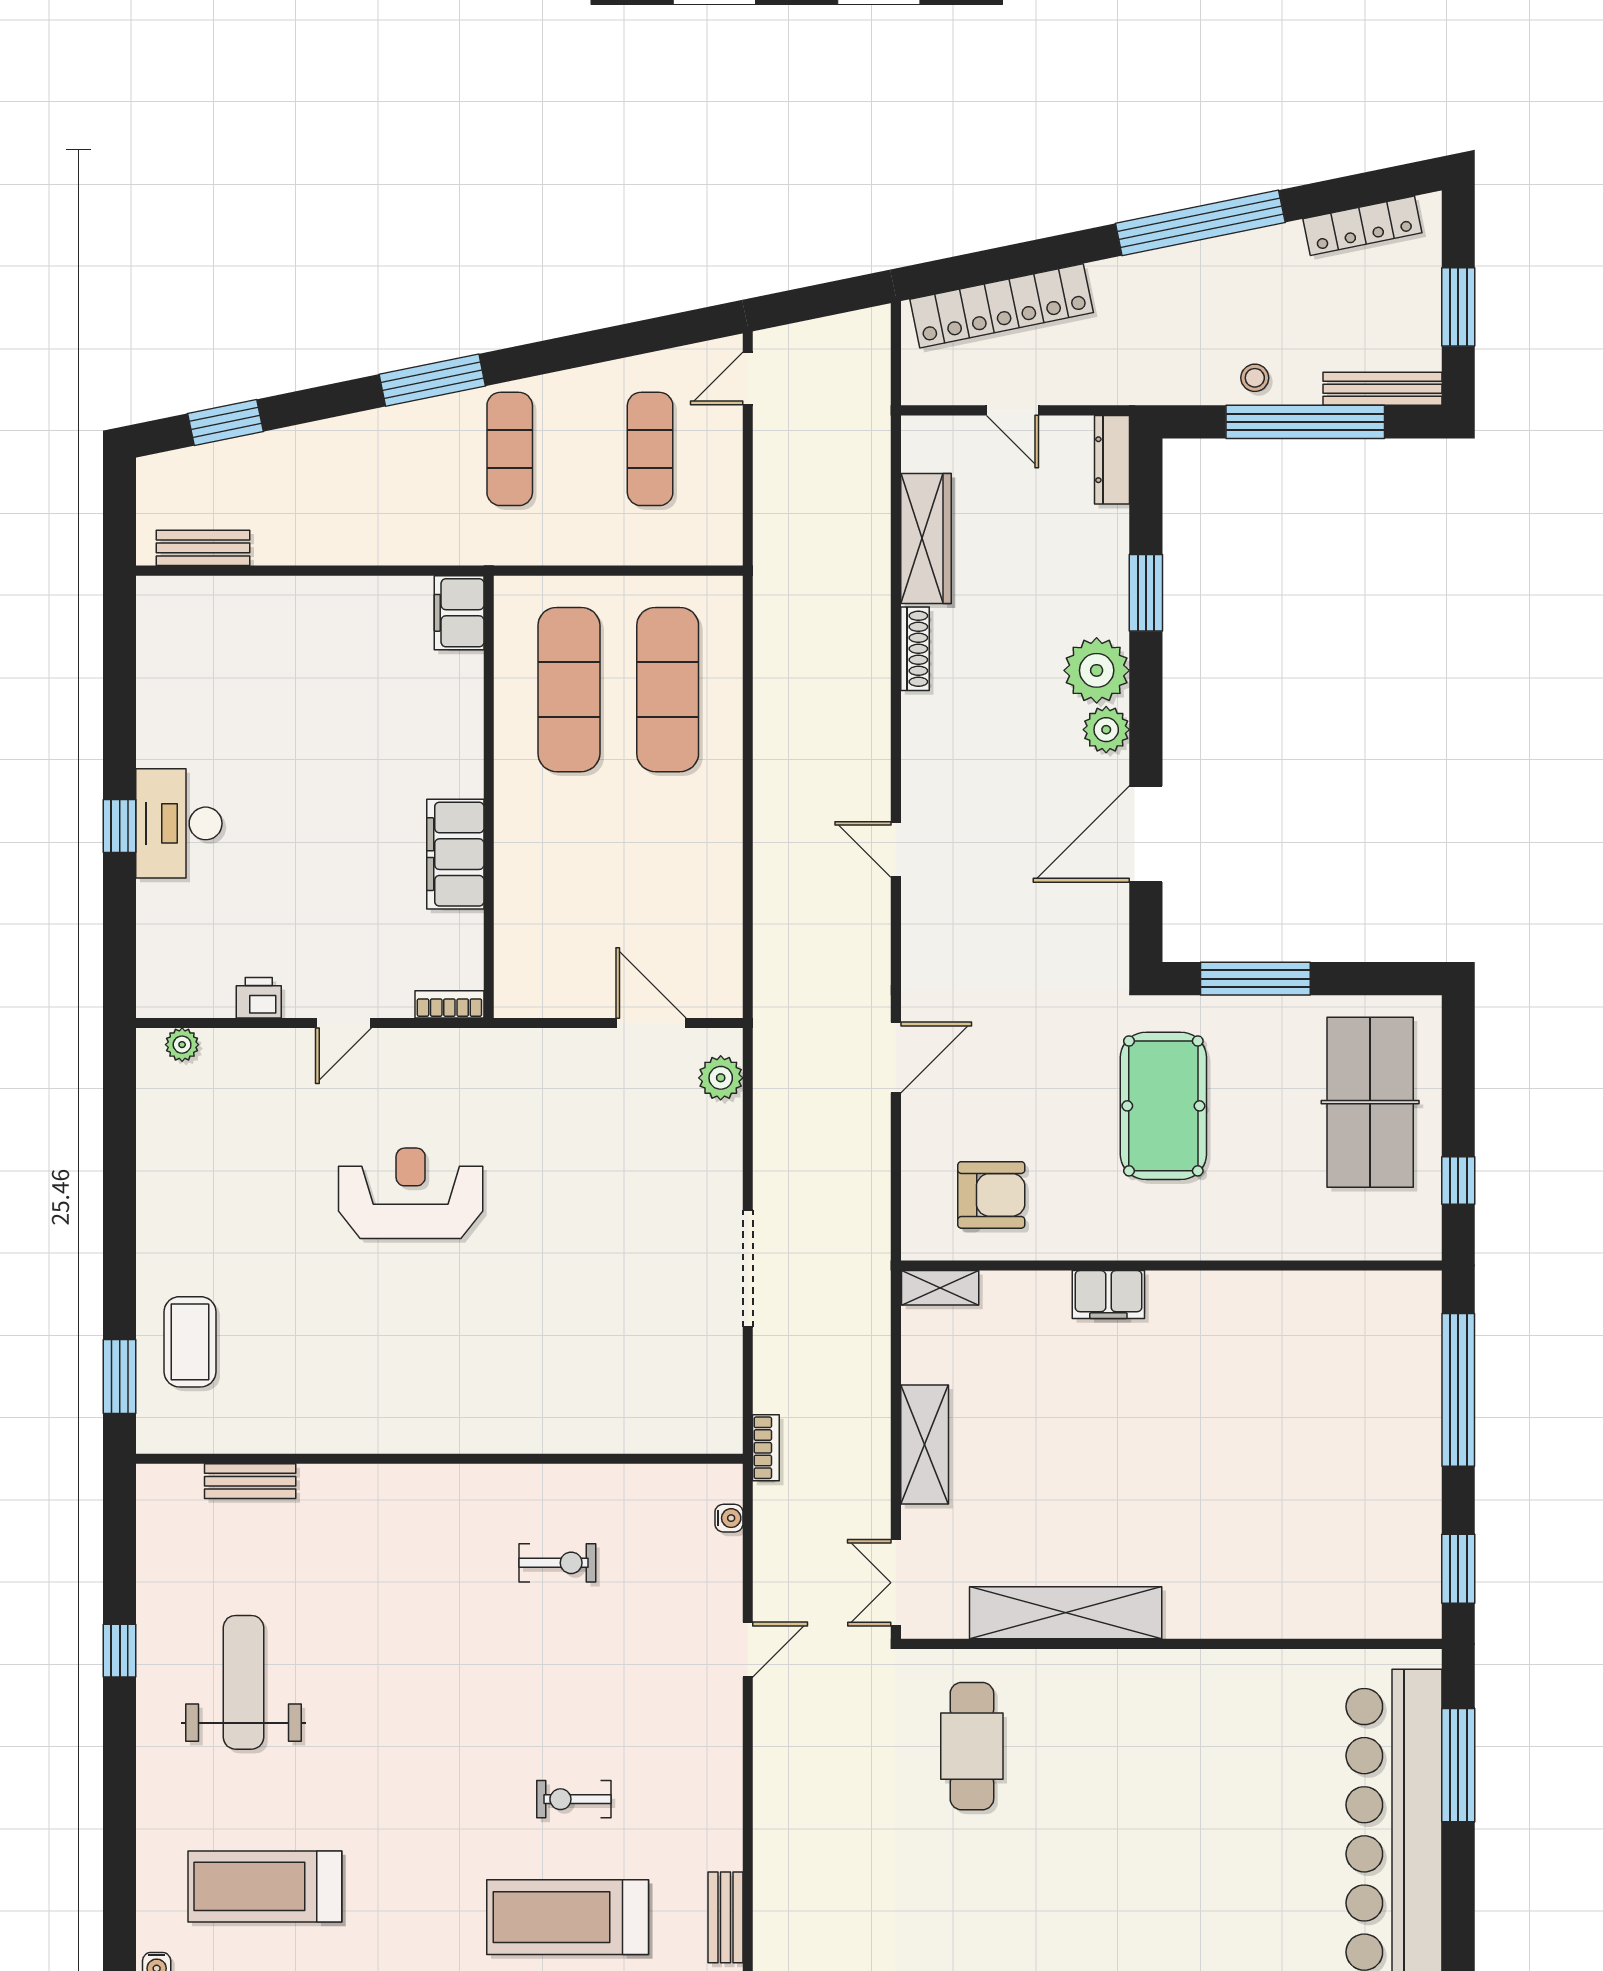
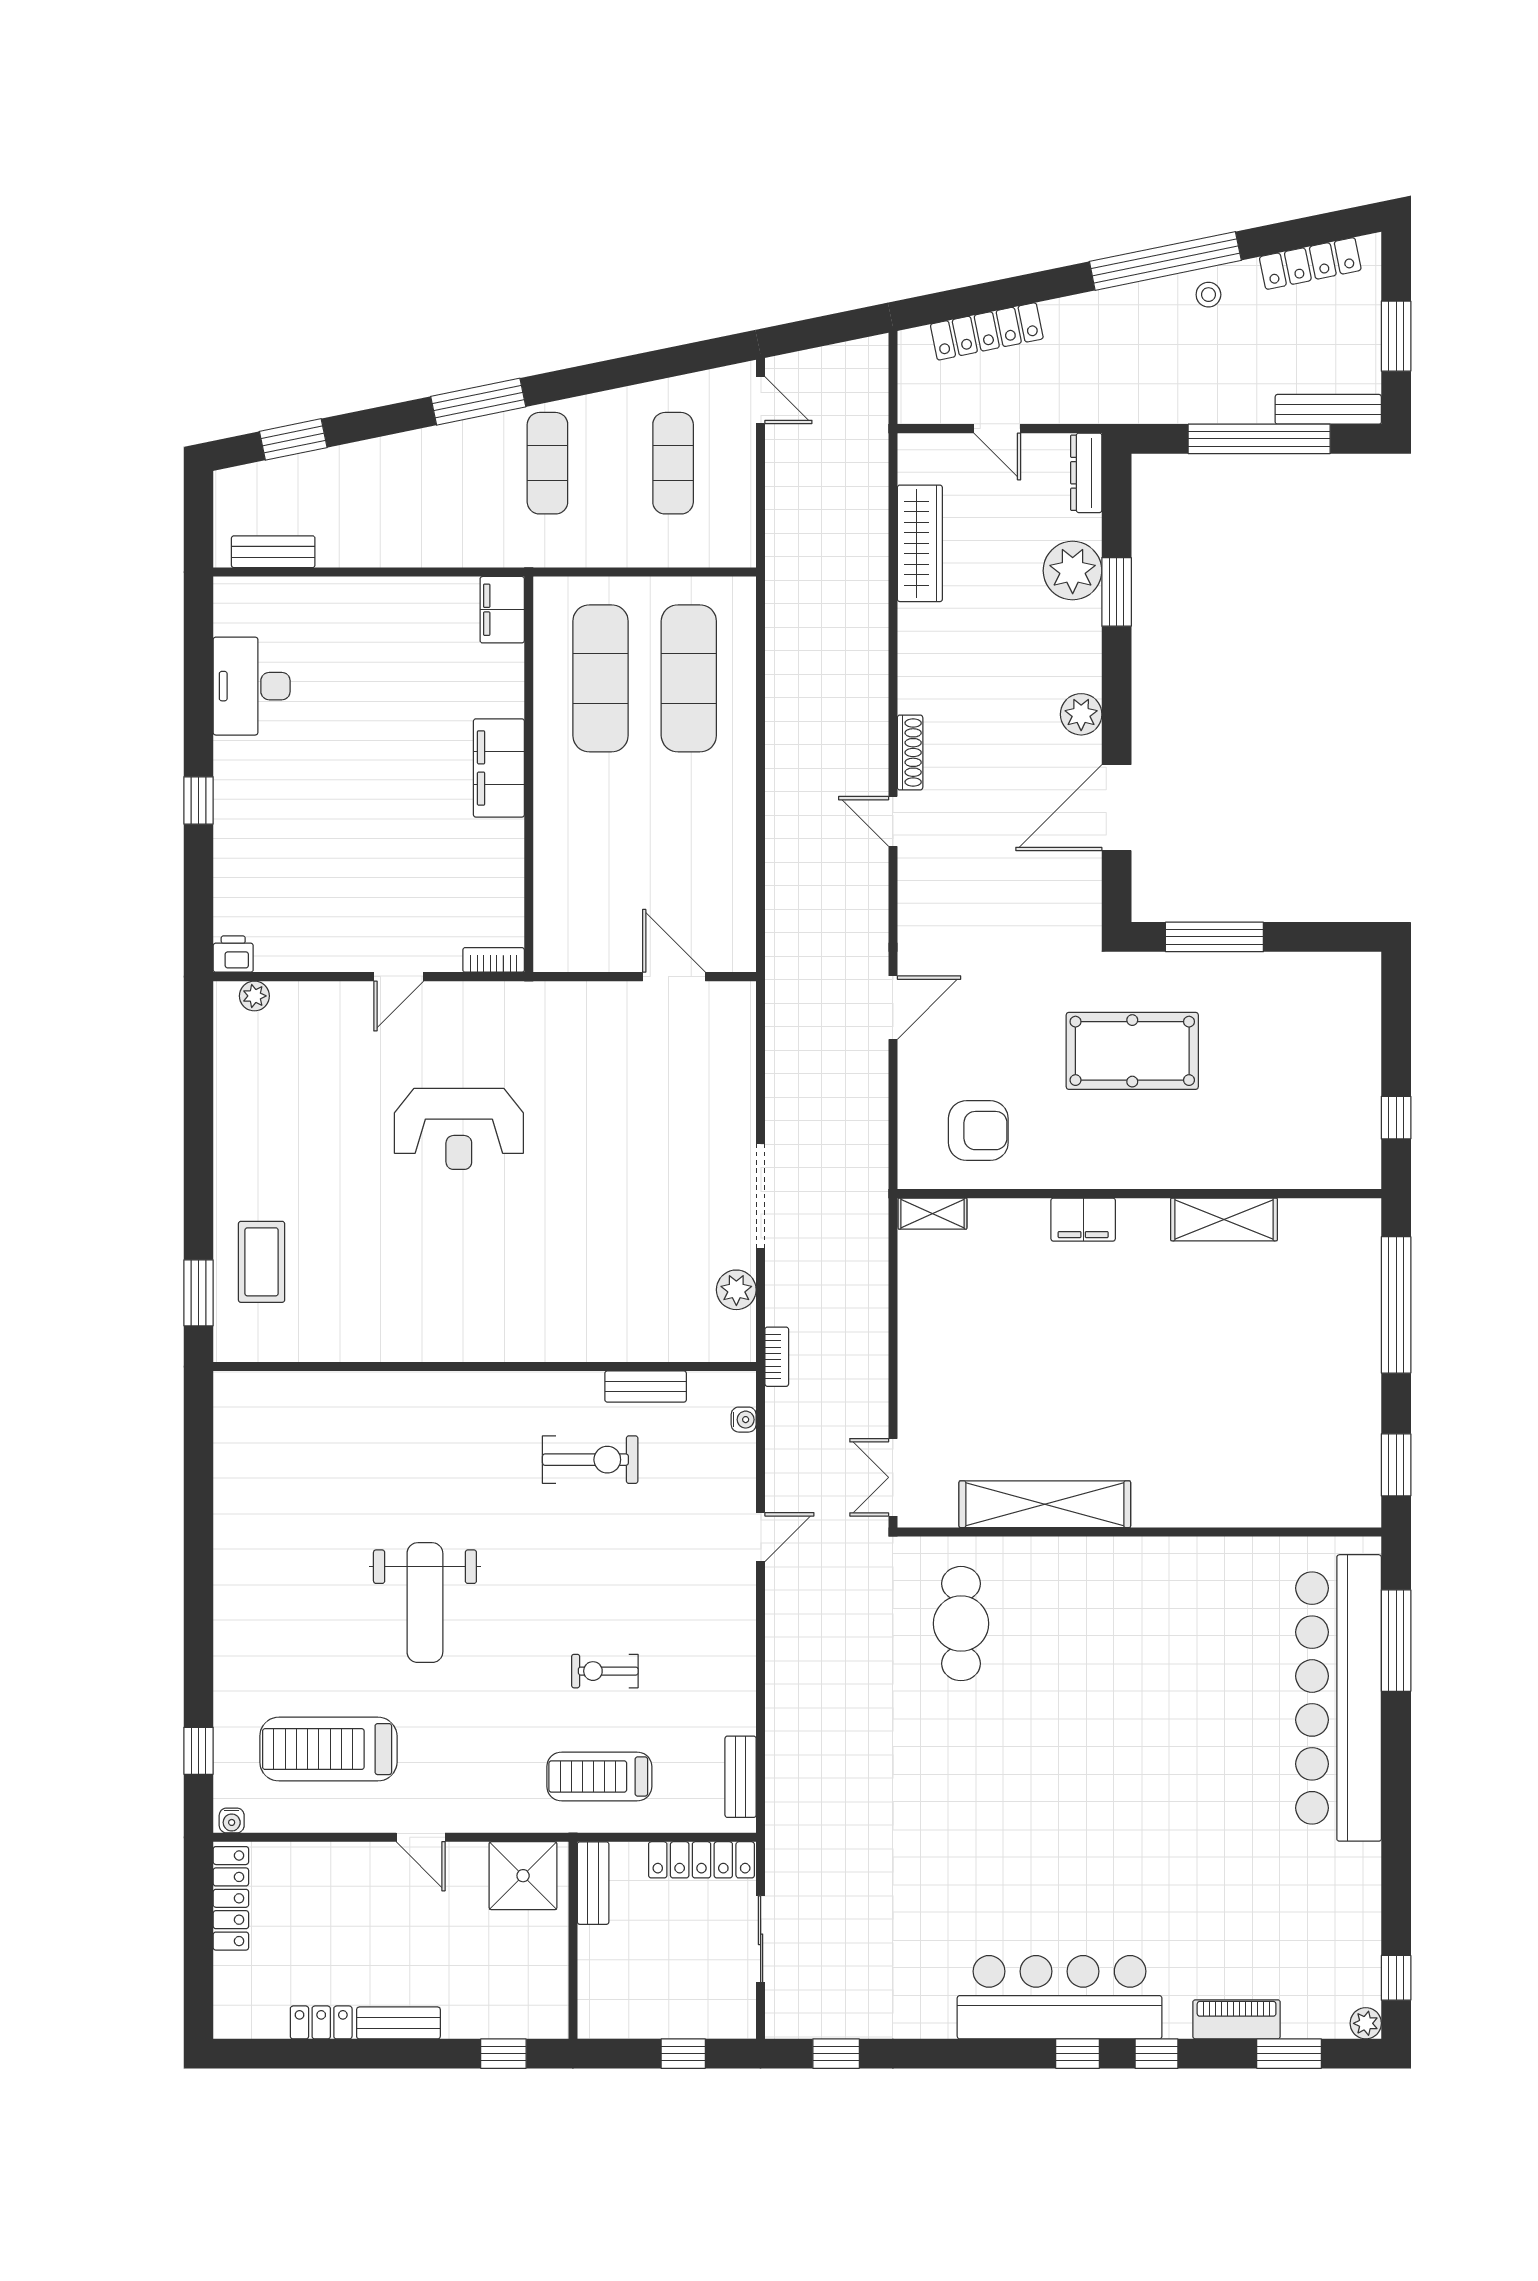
locker: (1002, 306) -> (987, 331), width x0.71, depth x0.83
door: (748, 378) -> (761, 400), swing flipped
stool: (1255, 378) -> (1208, 295), moved
shoe rack: (915, 649) -> (910, 753), moved
plant: (1097, 670) -> (1073, 571), moved
desk: (179, 823) -> (252, 686), moved
filing cabinet: (455, 854) -> (499, 768), moved
printer: (259, 998) -> (233, 954), moved
plant: (721, 1078) -> (736, 1290), moved
table tennis table: (1370, 1102) -> (1317, 1048), removed
pool table: (1163, 1106) -> (1132, 1051), turned 90
reception desk: (411, 1193) -> (459, 1129), turned 180
shelving: (925, 1445) -> (1224, 1219), moved, turned 90
bench: (250, 1481) -> (646, 1387), moved
exercise bike: (557, 1563) -> (590, 1460), width x1.38, depth x1.39
window: (120, 1651) -> (198, 1751), moved
weight bench: (243, 1682) -> (425, 1603), moved, turned 180
treadmill: (568, 1917) -> (599, 1776), width x0.73, depth x0.73

